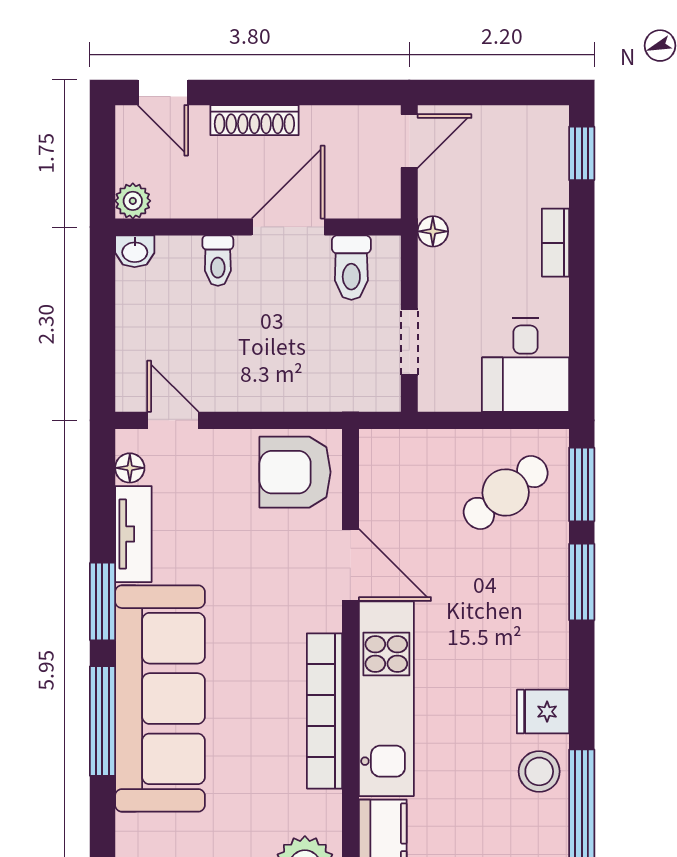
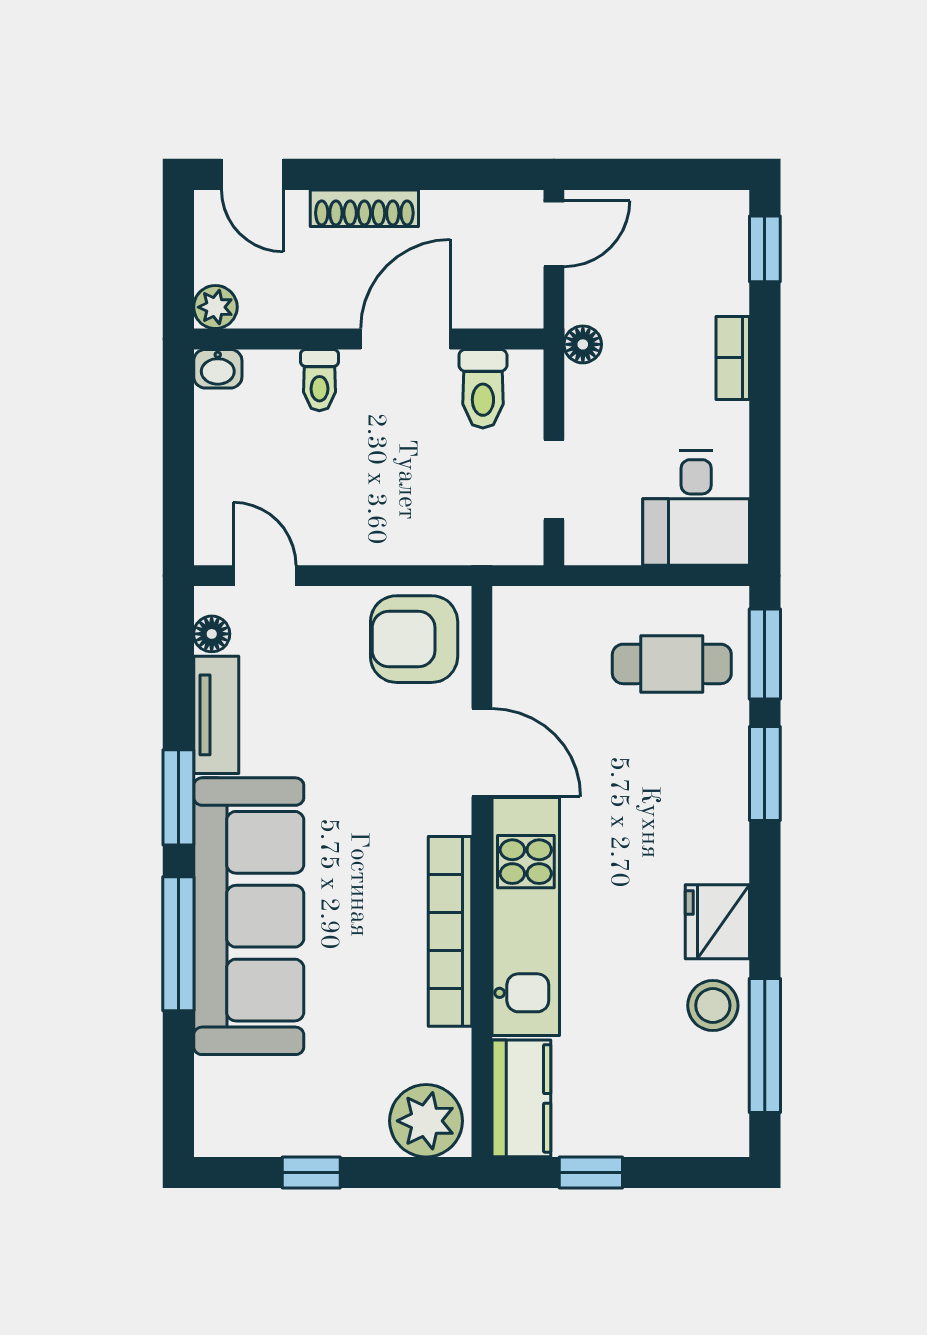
cafe table: (506, 492) -> (672, 664), turned 38
fridge: (543, 712) -> (717, 922), width x1.38

